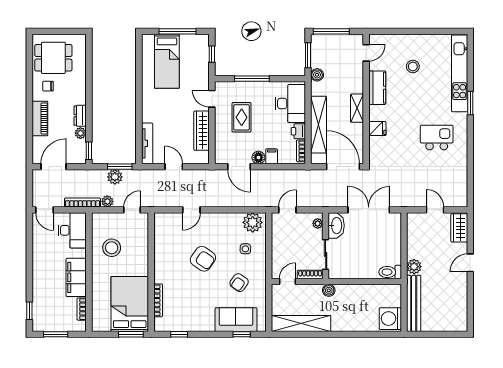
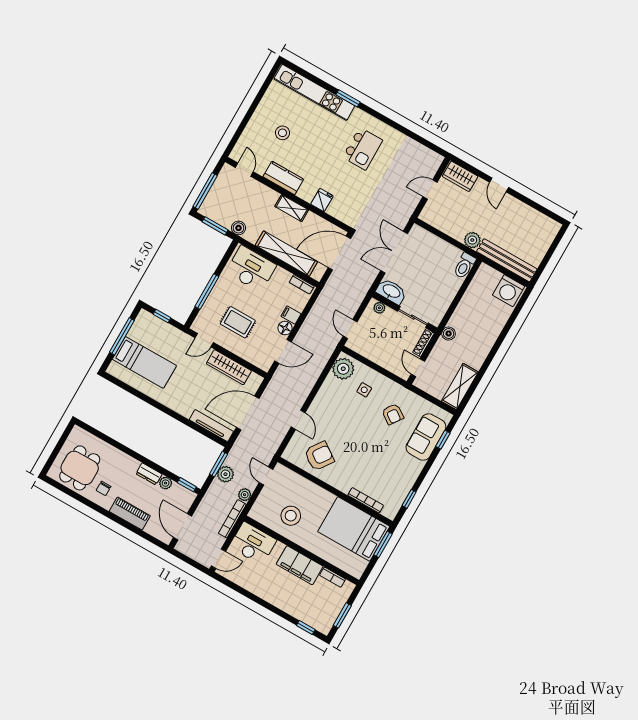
printer: (298, 131) -> (282, 276), removed
kitchen island: (437, 138) -> (363, 149), turned 180
door: (174, 167) -> (248, 413), width x1.87
armchair: (203, 259) -> (319, 456), moved
shelving: (301, 323) -> (460, 387), width x0.68

